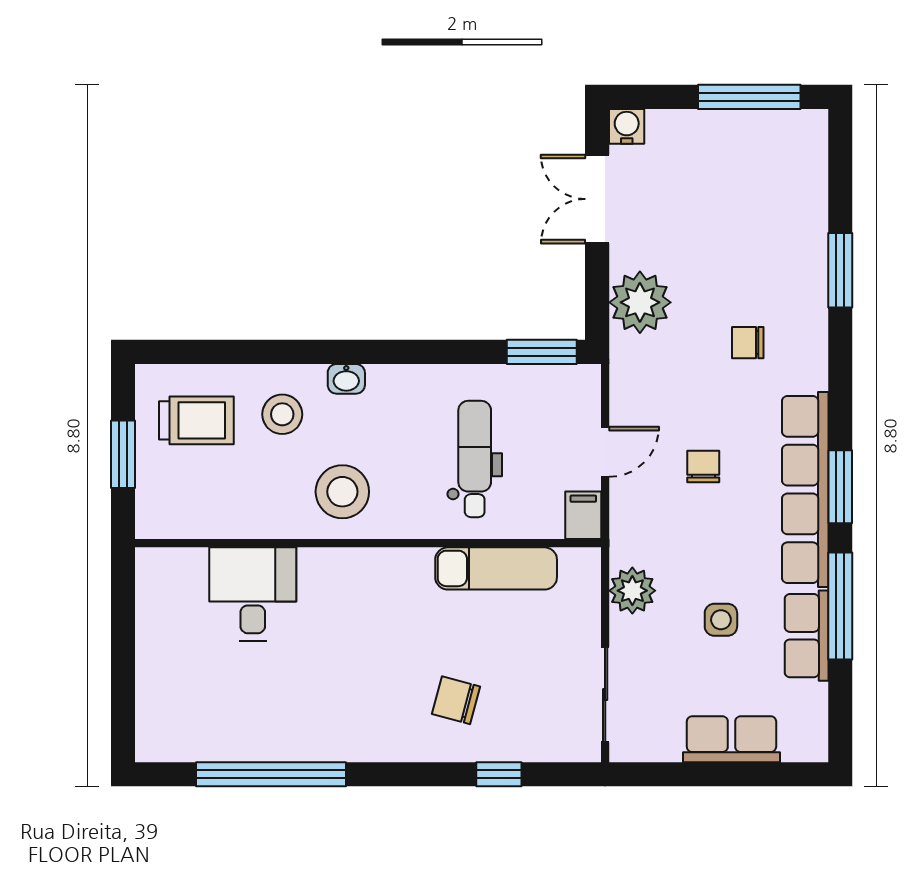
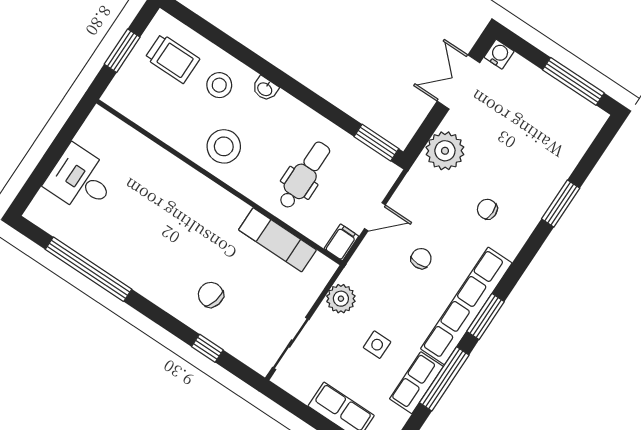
desk: (253, 594) -> (81, 180), moved, turned -90

